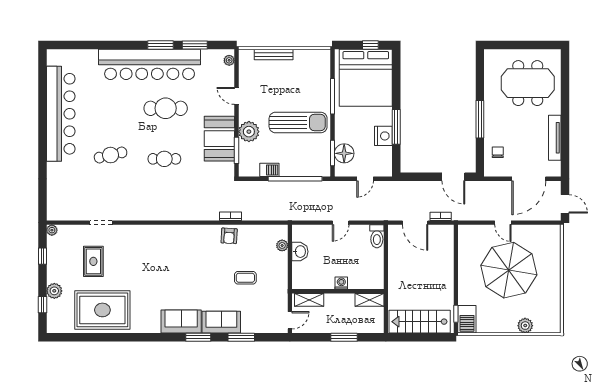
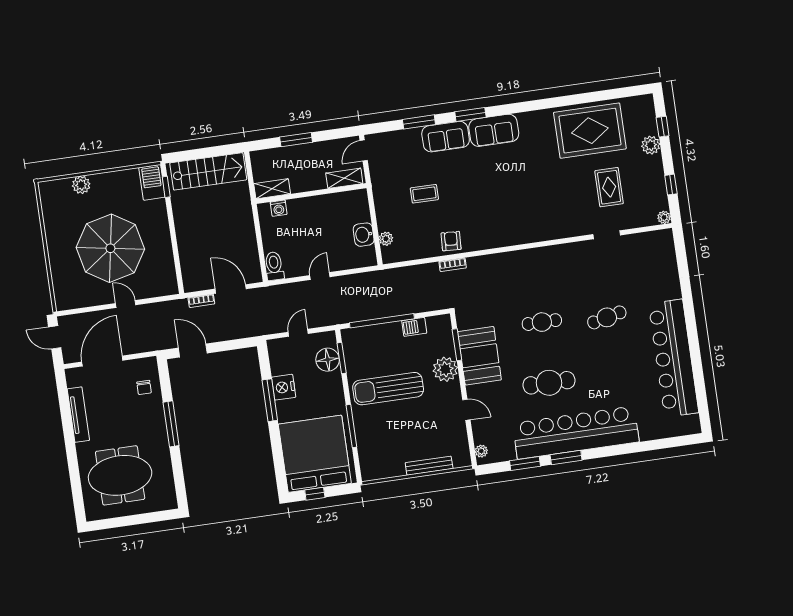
washing machine: (341, 283) -> (279, 208), moved

